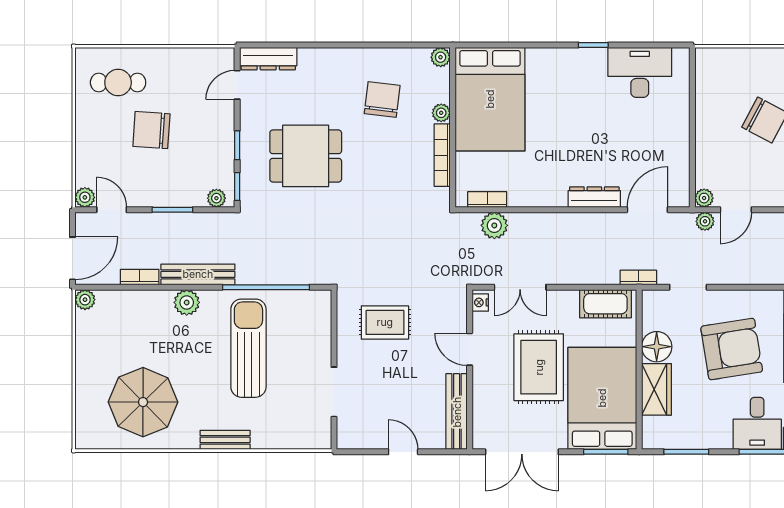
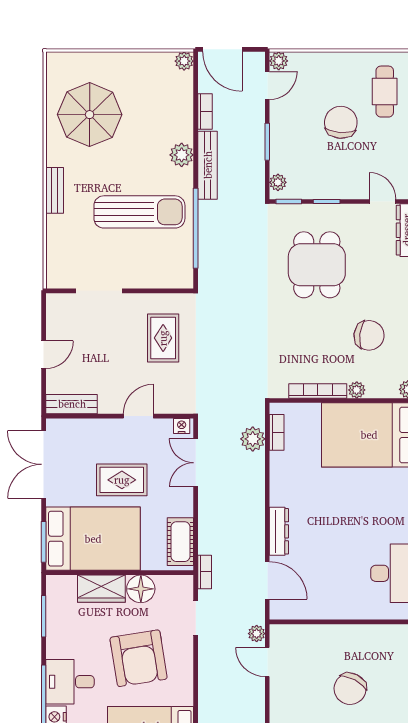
plant: (704, 198) -> (278, 633), removed
rug: (539, 367) -> (122, 480), width x0.73, depth x0.70
bench: (457, 412) -> (72, 404), width x0.73

